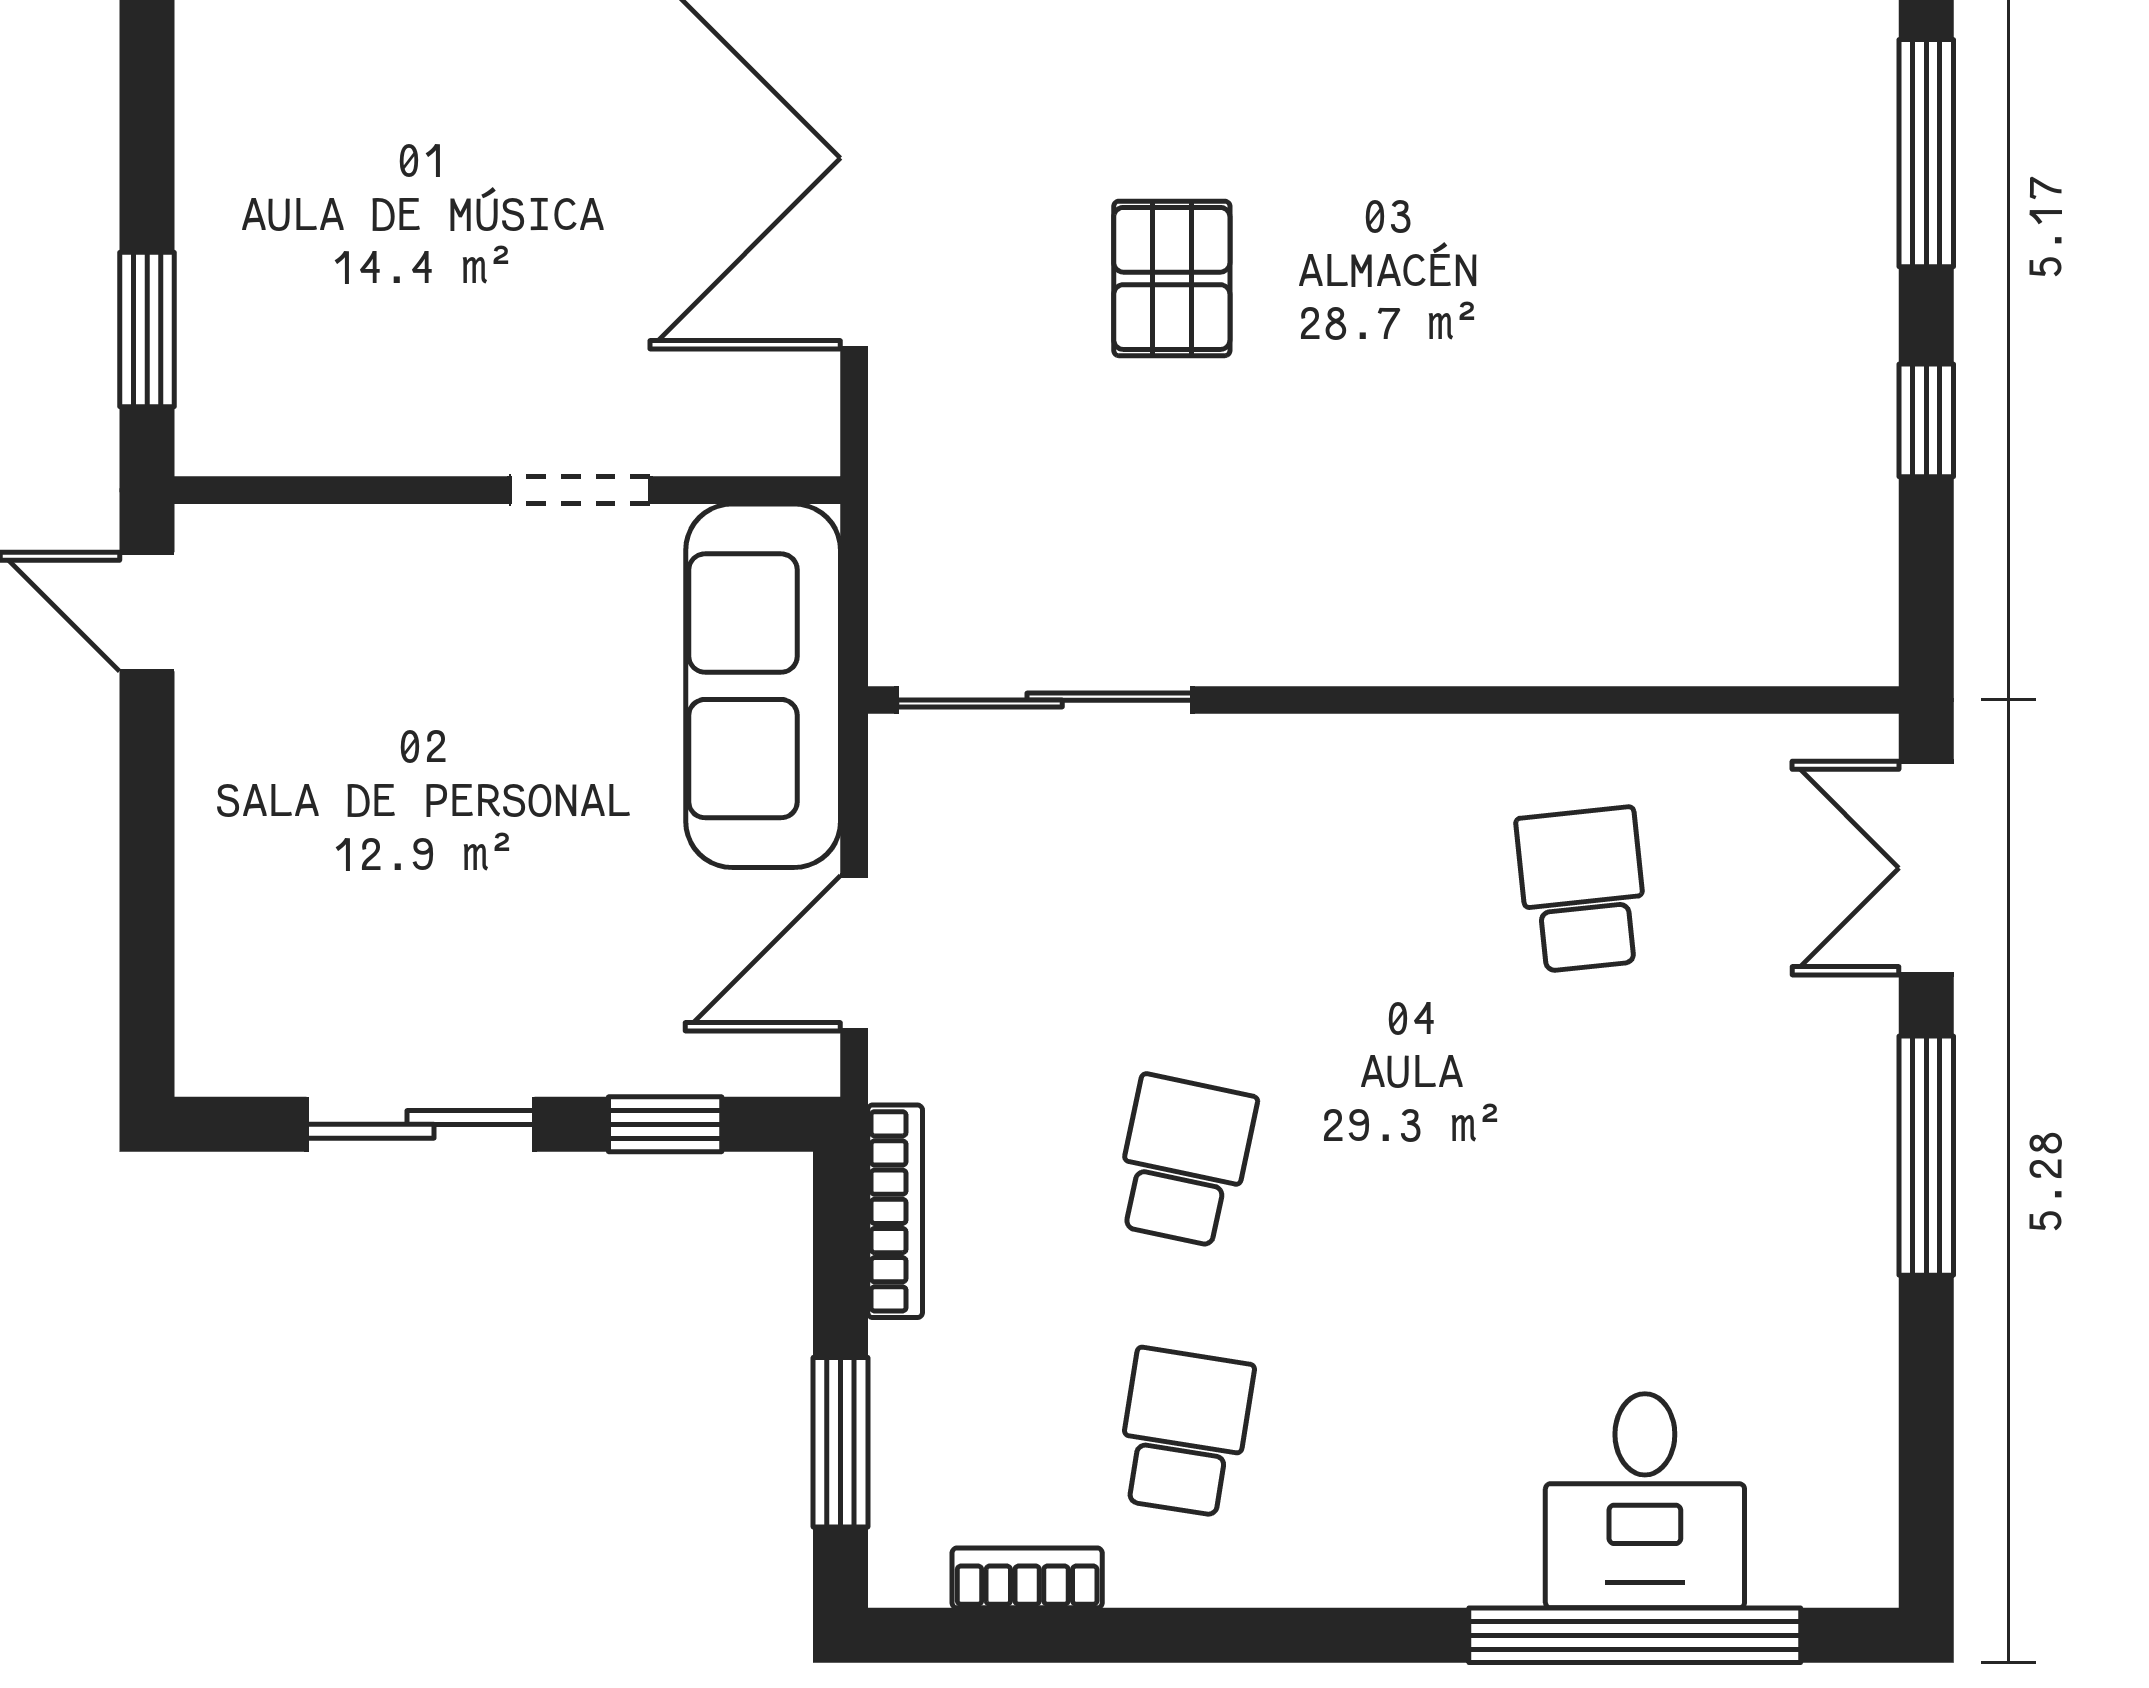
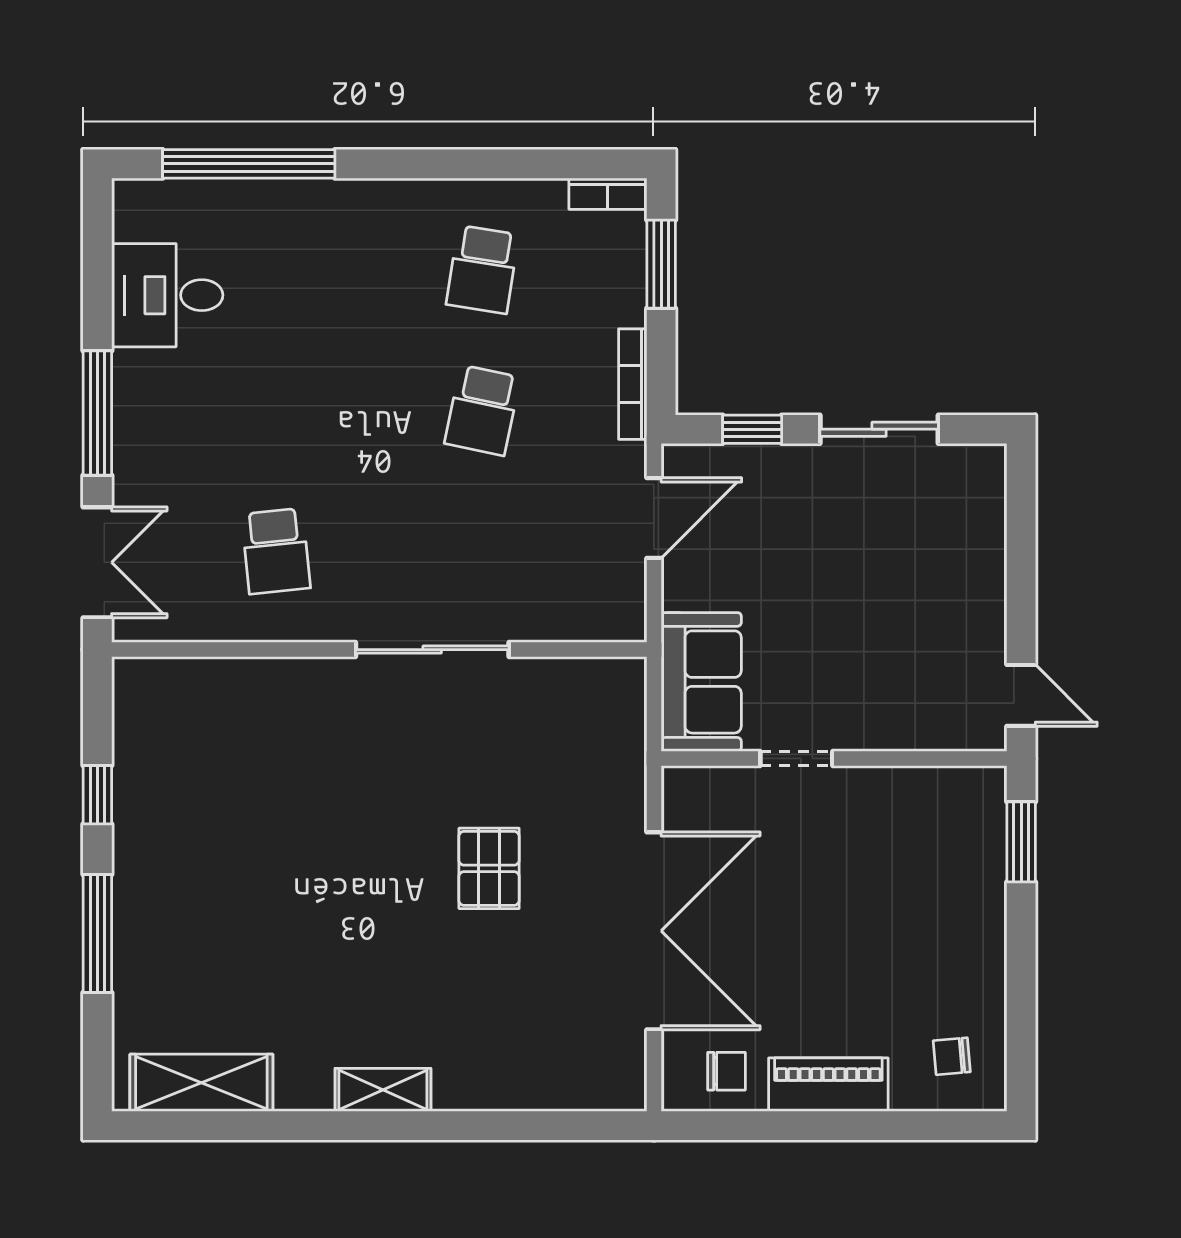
sofa: (763, 686) -> (701, 682), width x0.73
sliding door: (1045, 700) -> (432, 650), moved
desk: (1645, 1501) -> (167, 295), moved, turned -90
bookcase: (1027, 1578) -> (608, 194), moved

